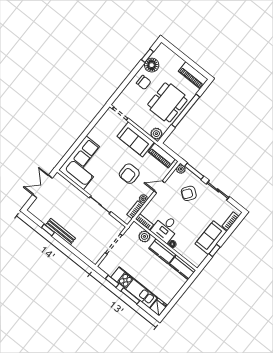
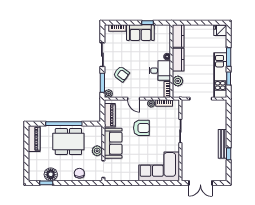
chair: (144, 82) -> (79, 173), moved
plant: (156, 134) -> (97, 151), moved
kitchen unit: (134, 287) -> (220, 75), moved

